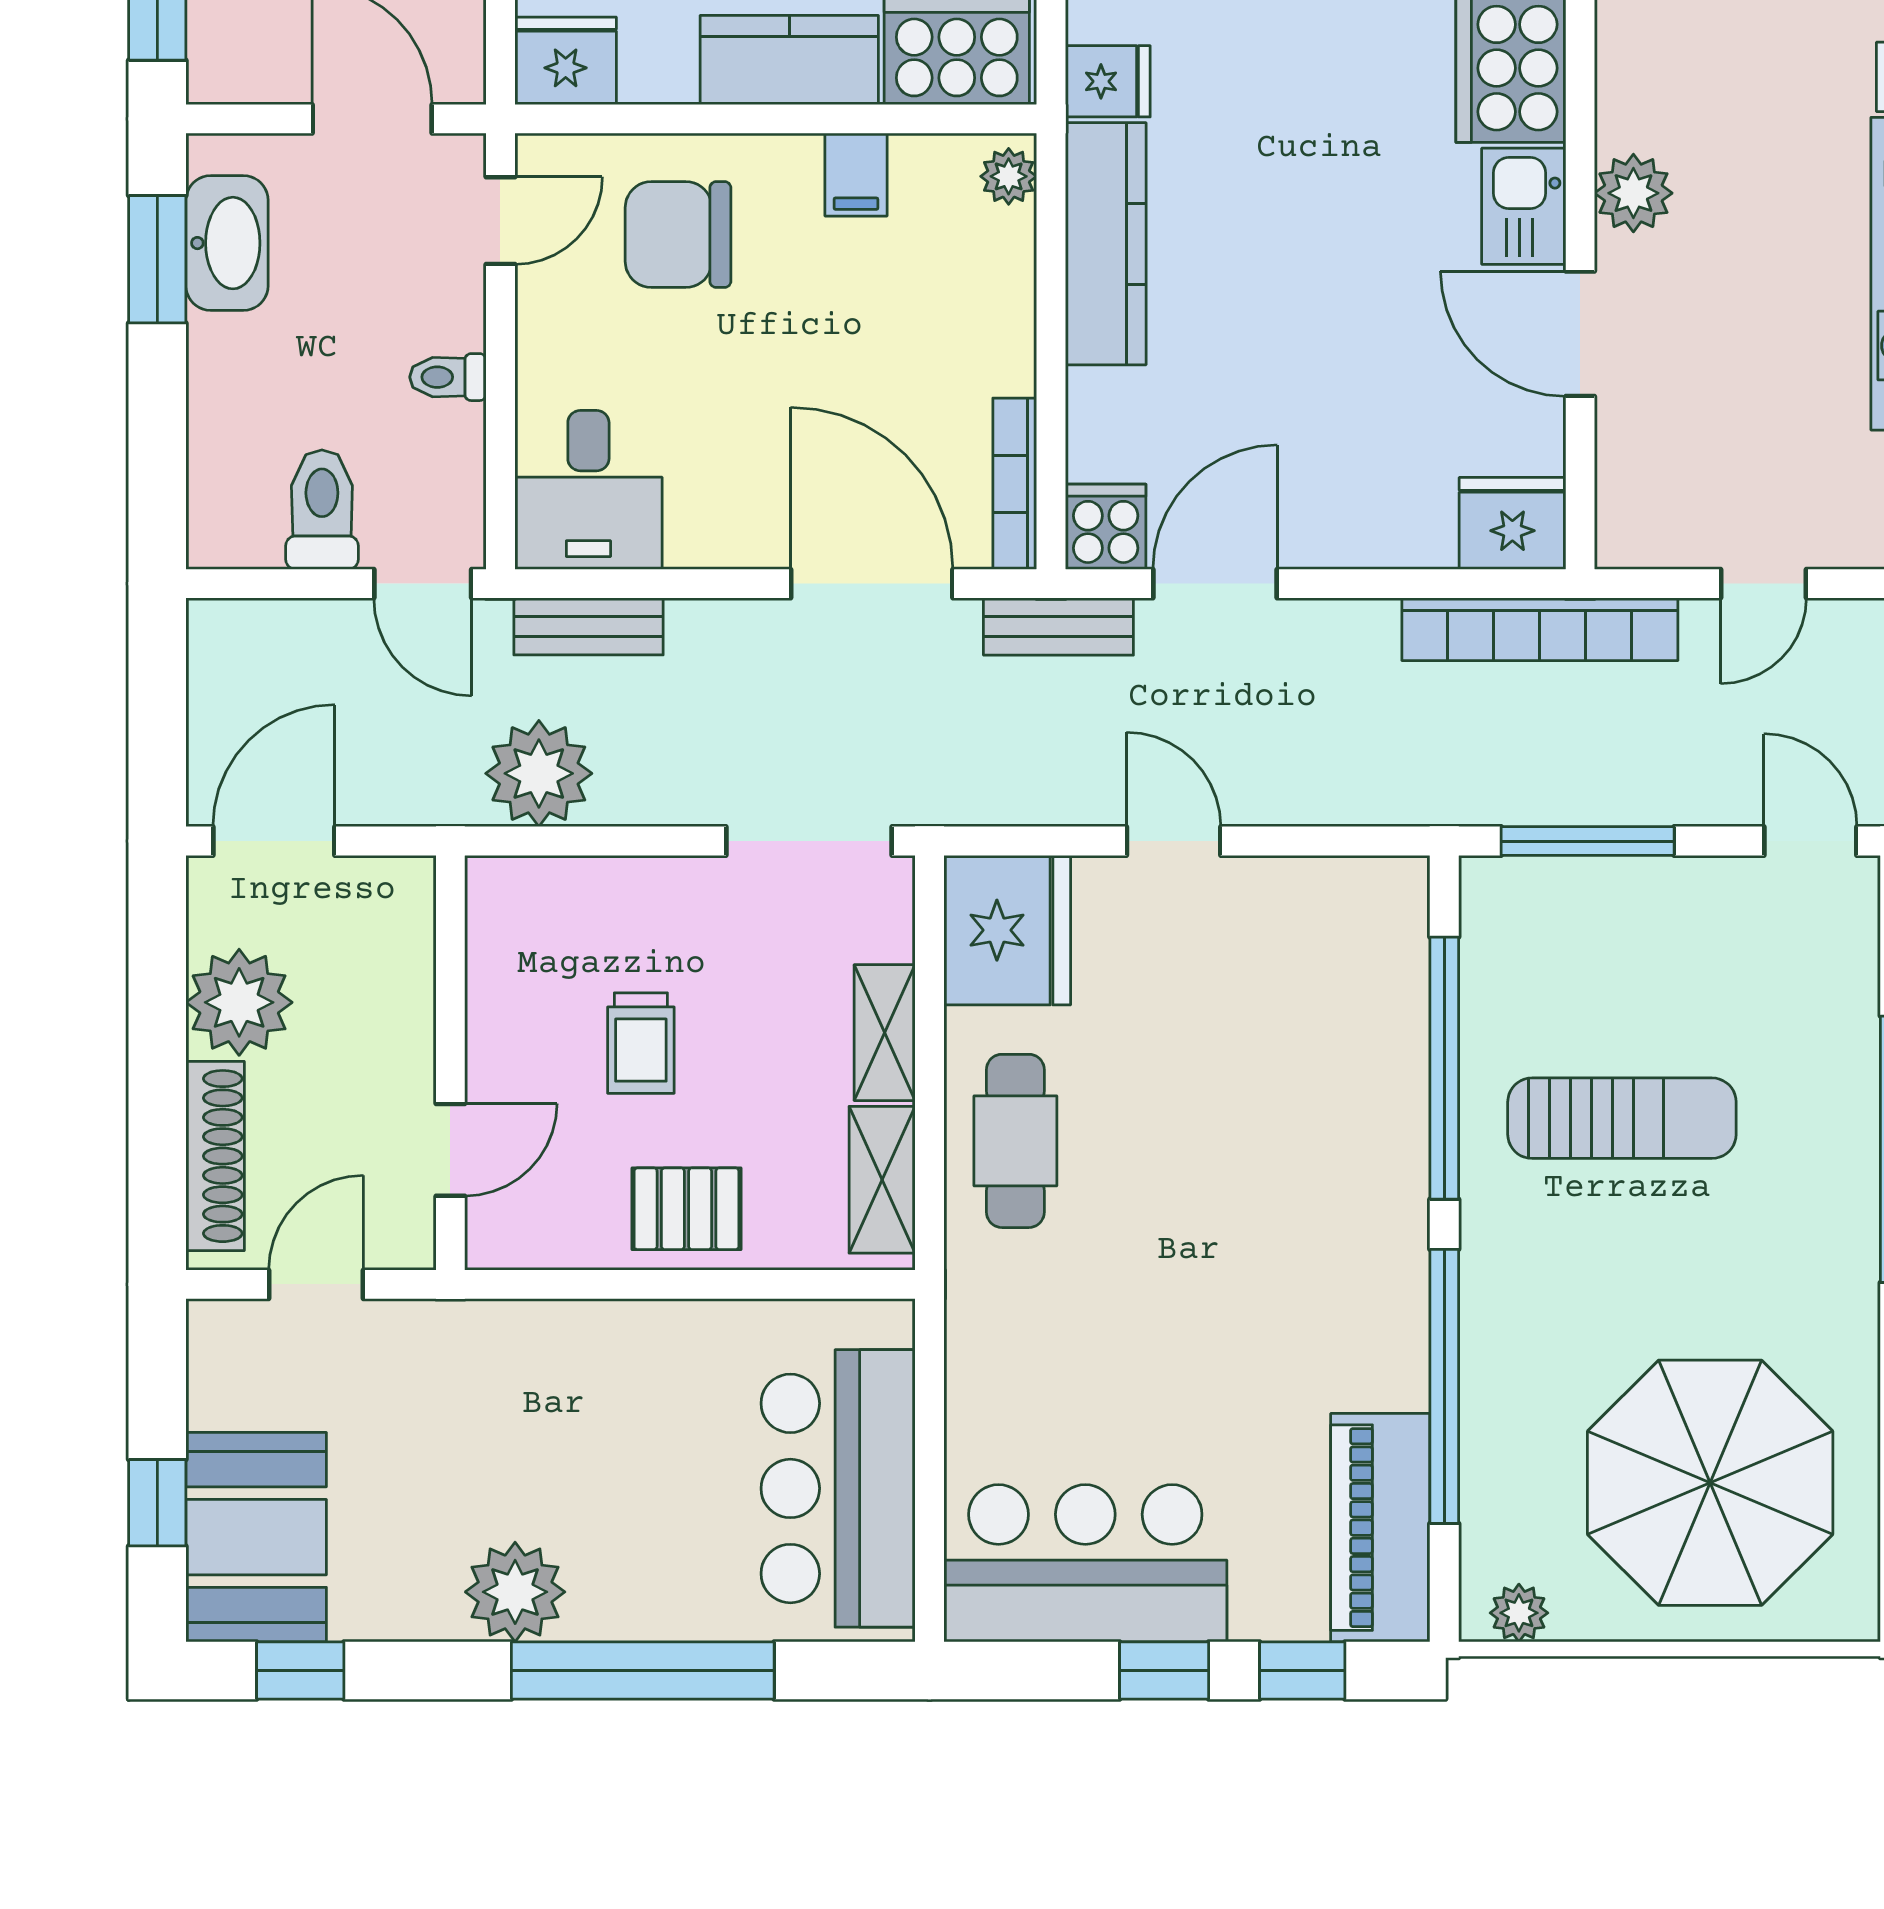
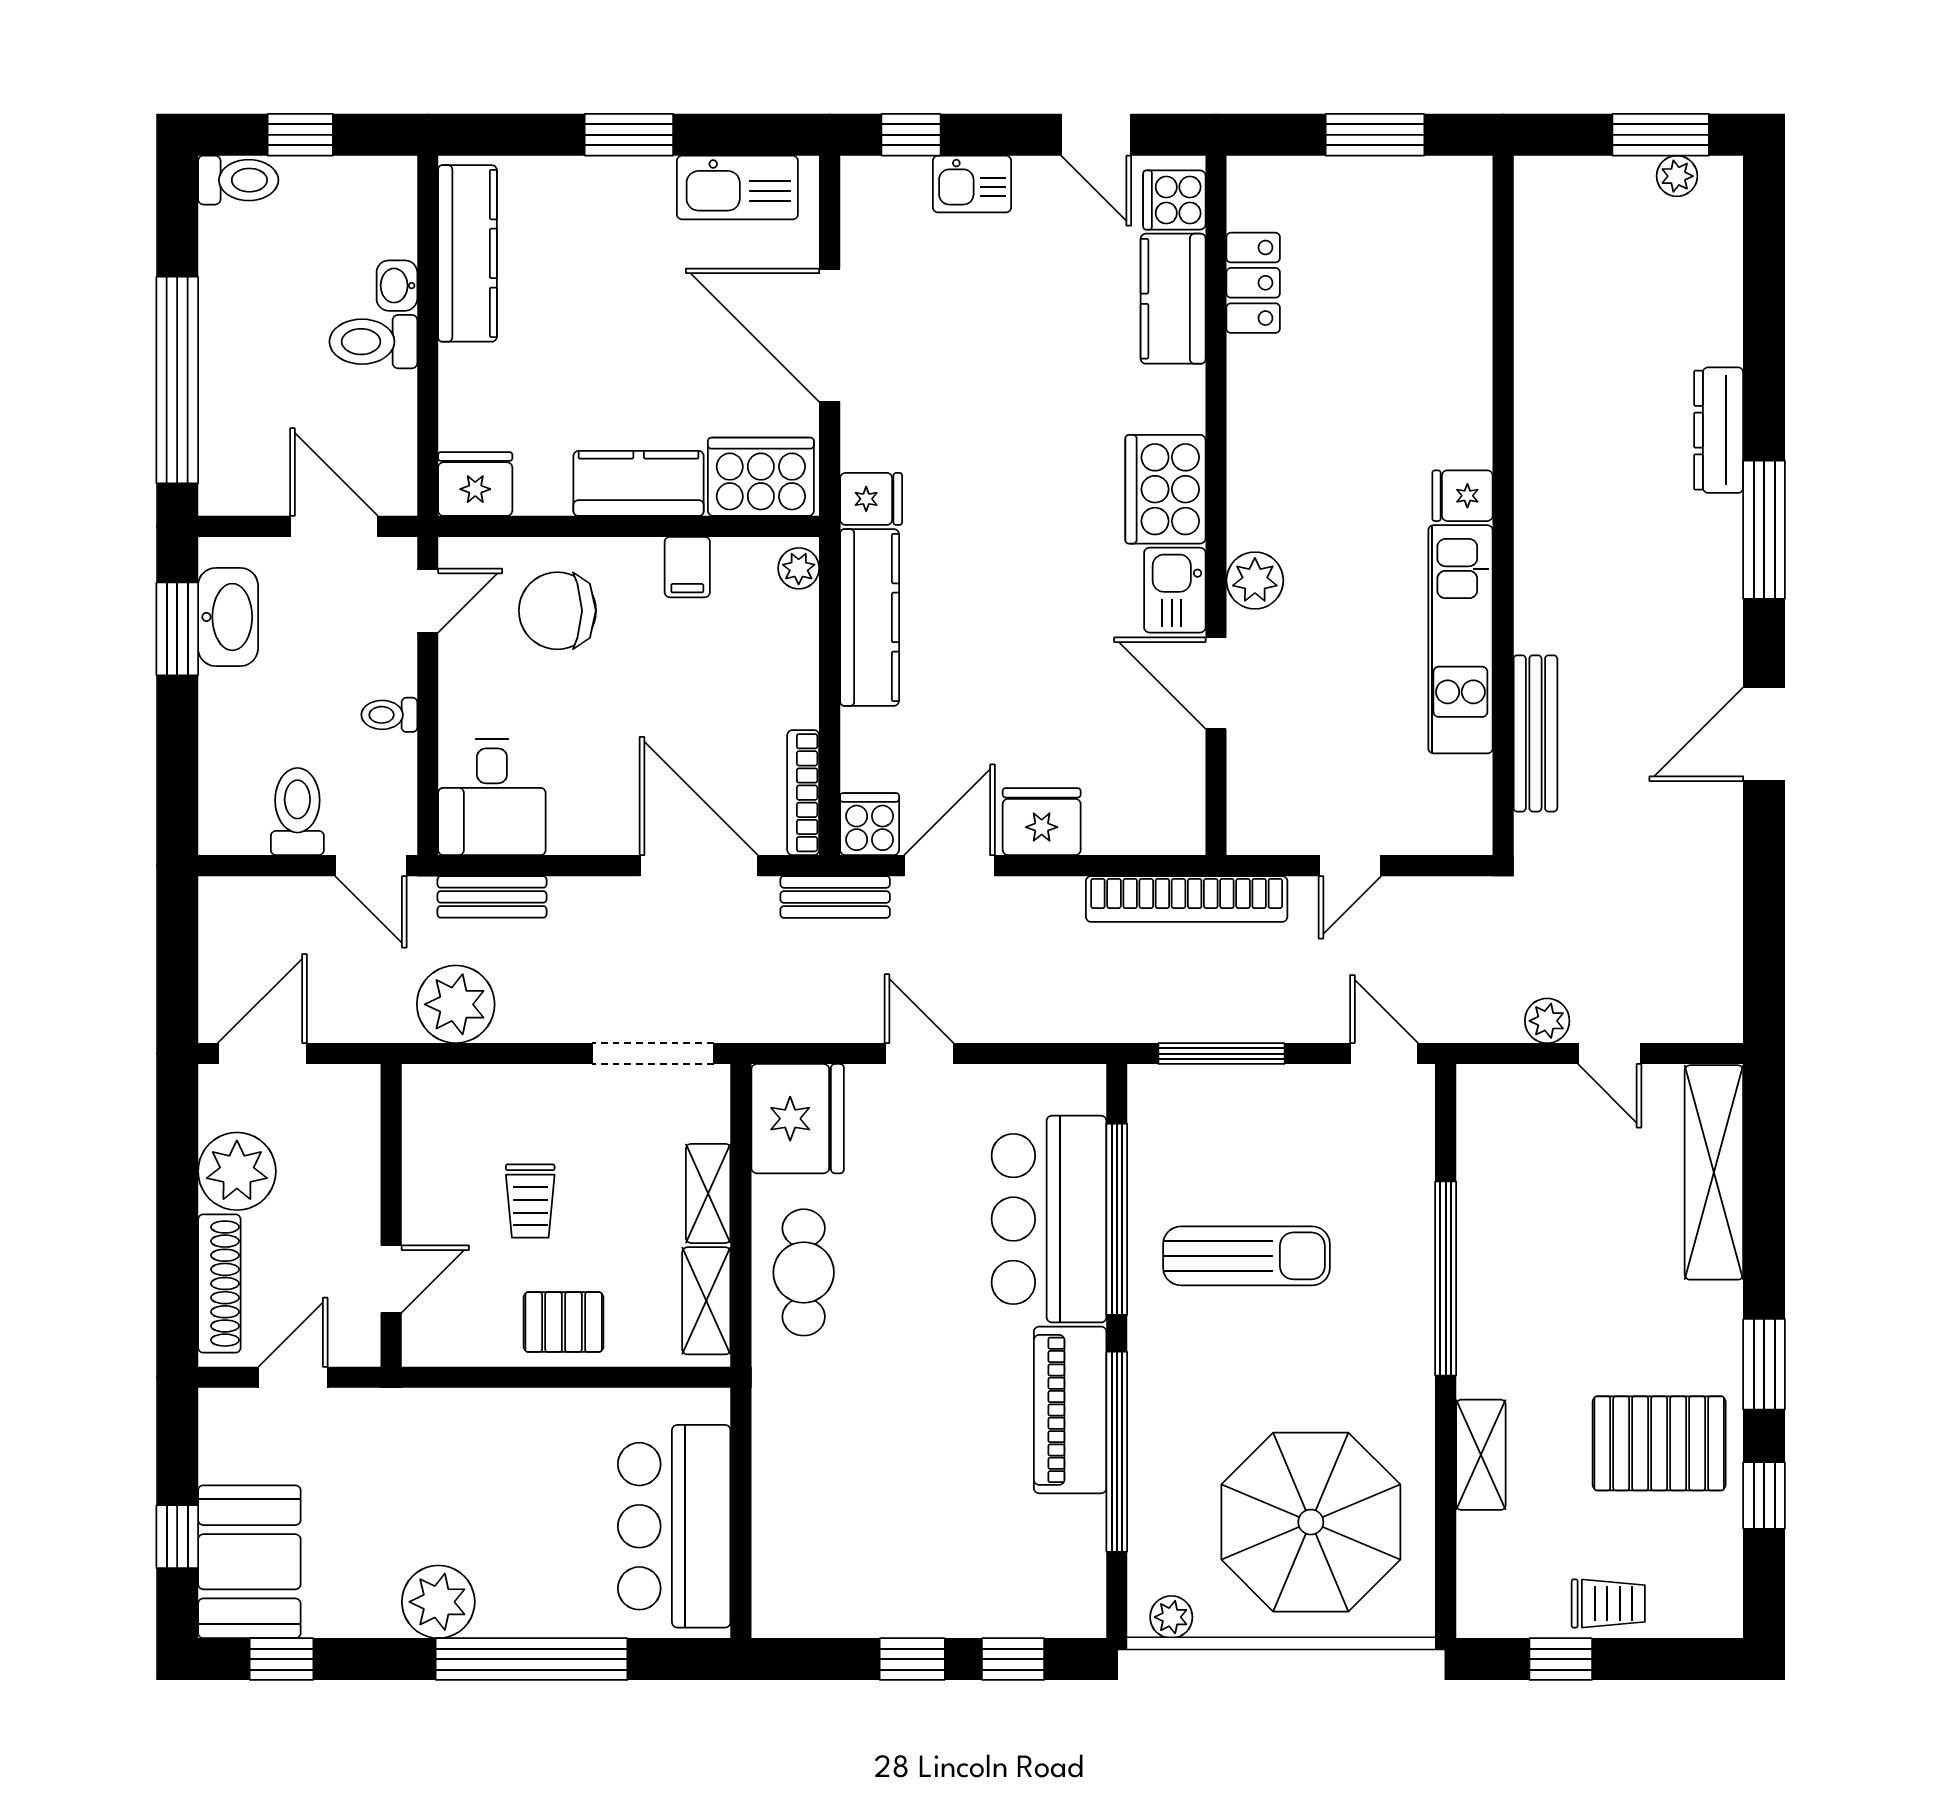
fridge: (1512, 523) -> (1042, 822), moved
piano: (1380, 1528) -> (1070, 1410), moved
bar counter: (1085, 1563) -> (1049, 1219), moved, turned -90

